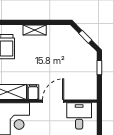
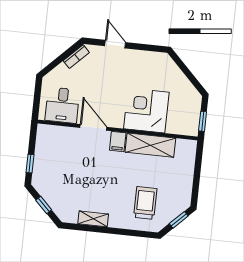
shelving: (35, 30) -> (93, 219), moved
door: (53, 101) -> (93, 127), swing flipped

